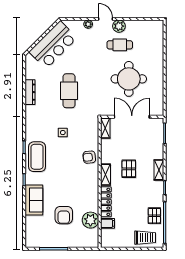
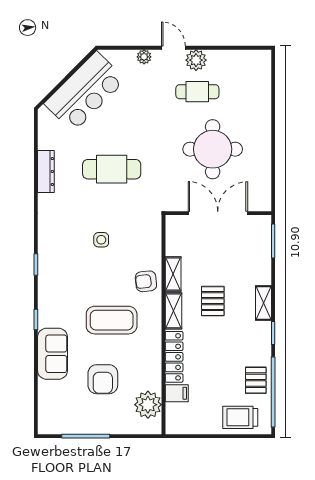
cafe table: (69, 91) -> (112, 169), turned 90
shelving: (105, 128) -> (173, 274), moved
coffee table: (37, 157) -> (112, 320), moved, turned 90
plant: (90, 220) -> (148, 405), moved
trolley: (145, 238) -> (240, 417), turned 180

